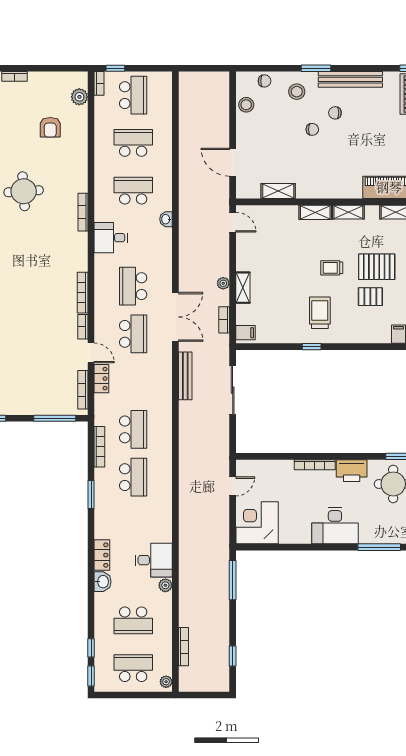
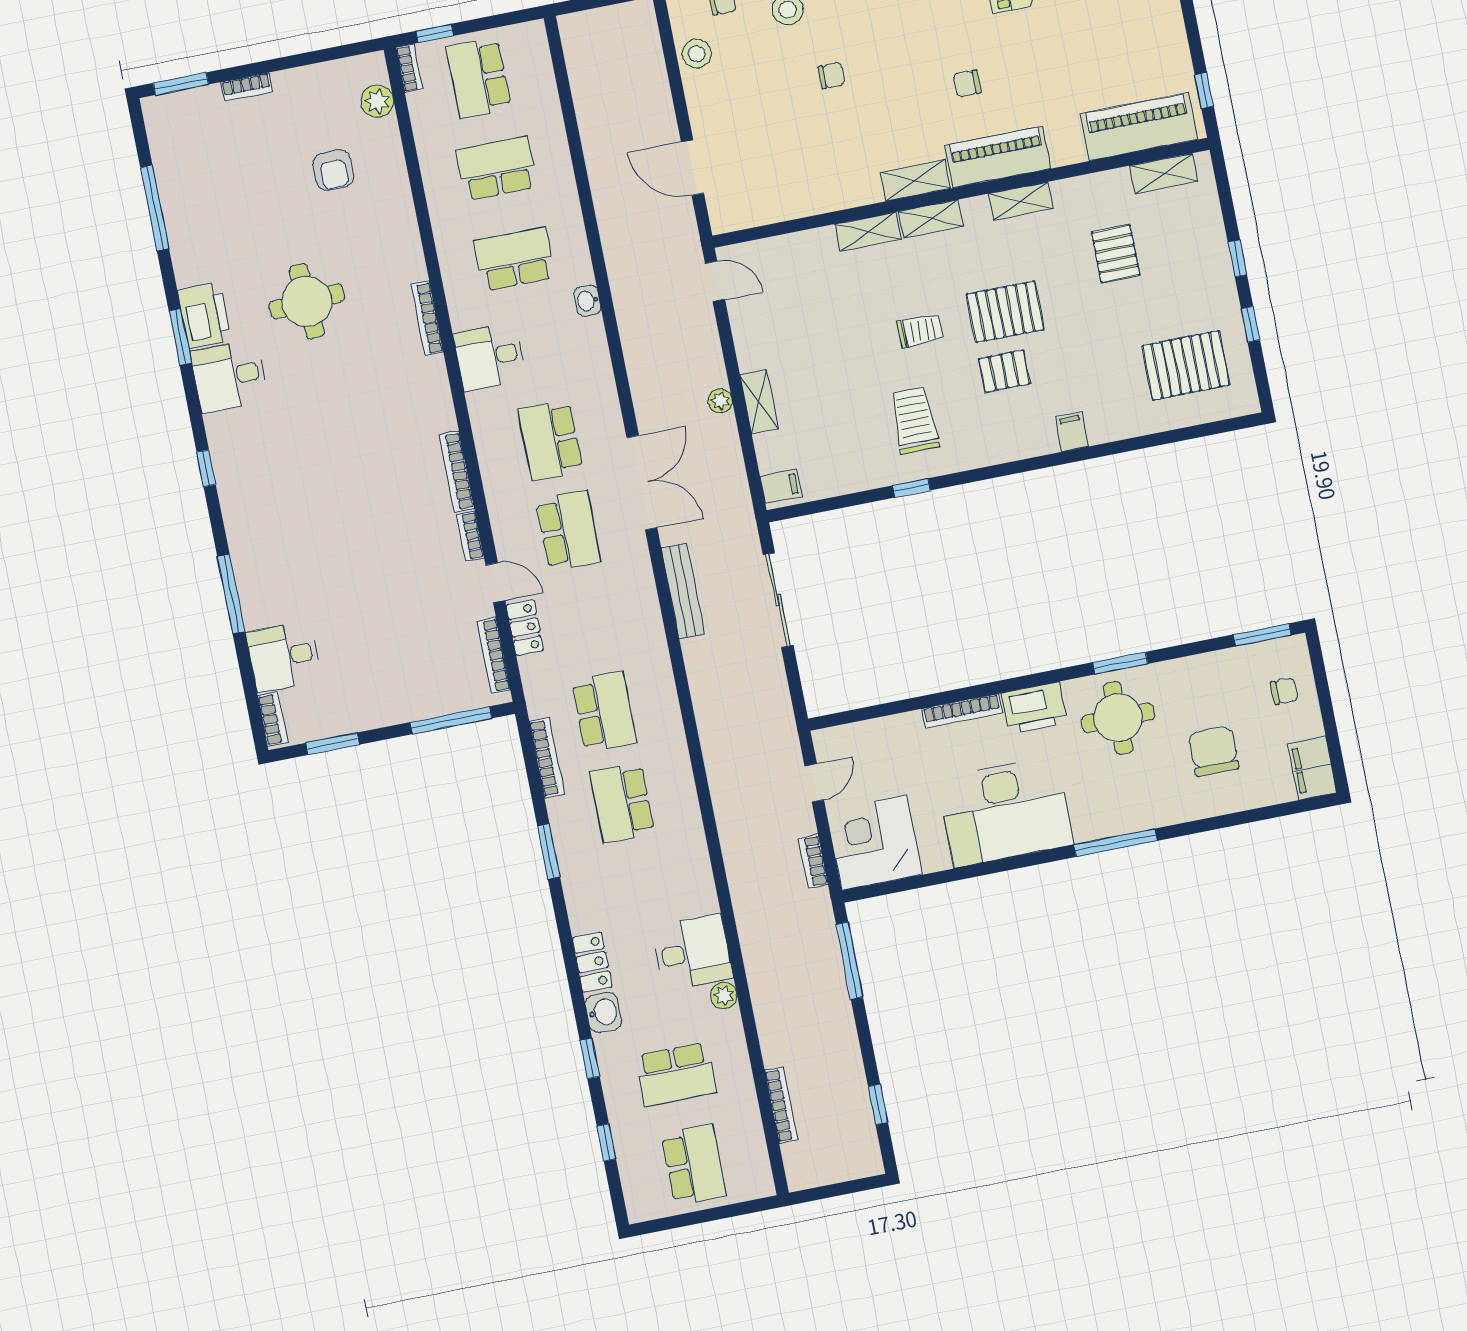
school desk: (133, 95) -> (479, 78), turned 180
chair: (335, 113) -> (967, 83), moved
shelving: (278, 191) -> (916, 180), moved
trolley: (332, 268) -> (920, 331), turned 180
bookcase: (224, 320) -> (813, 861), moved
school desk: (133, 477) -> (622, 803), turned 180
desk: (335, 526) -> (1005, 812), width x1.36, depth x1.30
school desk: (133, 668) -> (694, 1165), turned 90
window: (91, 676) -> (590, 1059), moved
plant: (166, 682) -> (761, 1178), removed

